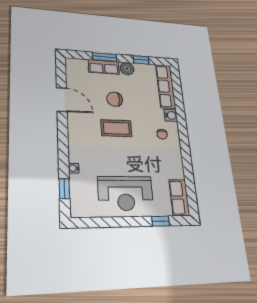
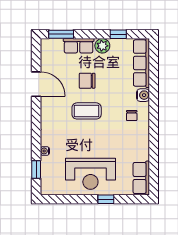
window: (105, 57) -> (61, 34), moved
window: (161, 221) -> (106, 199), moved

